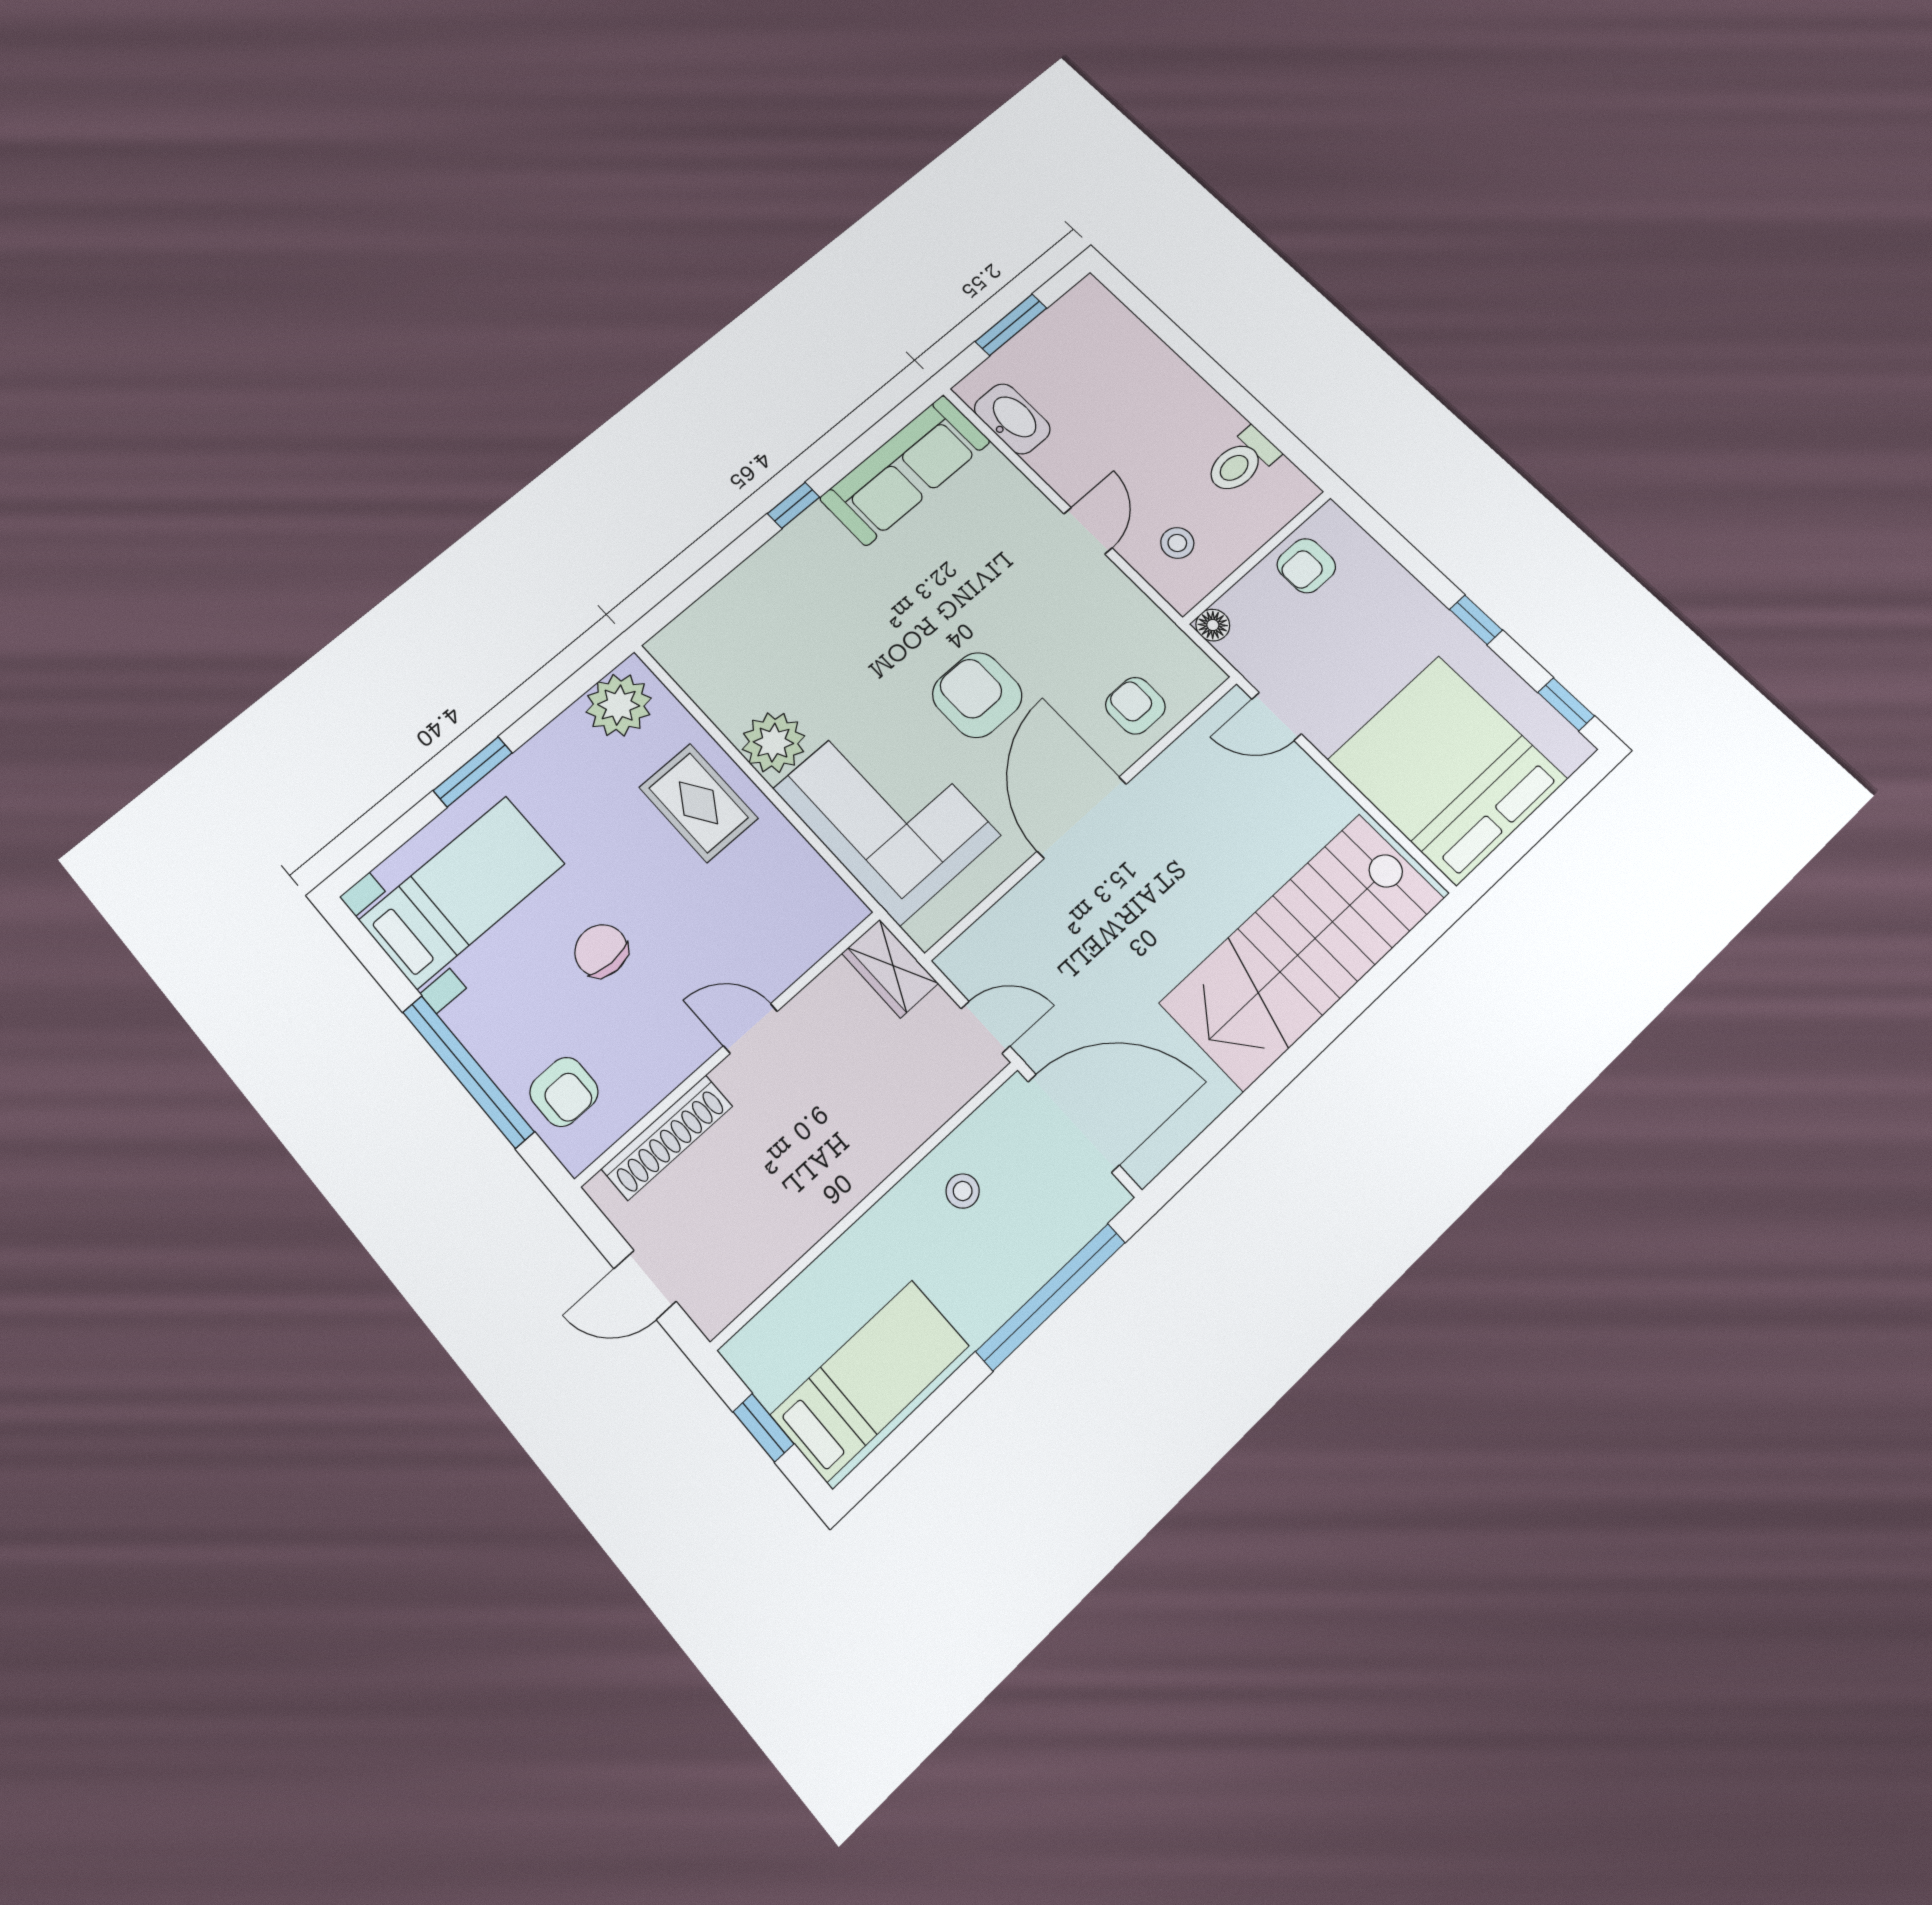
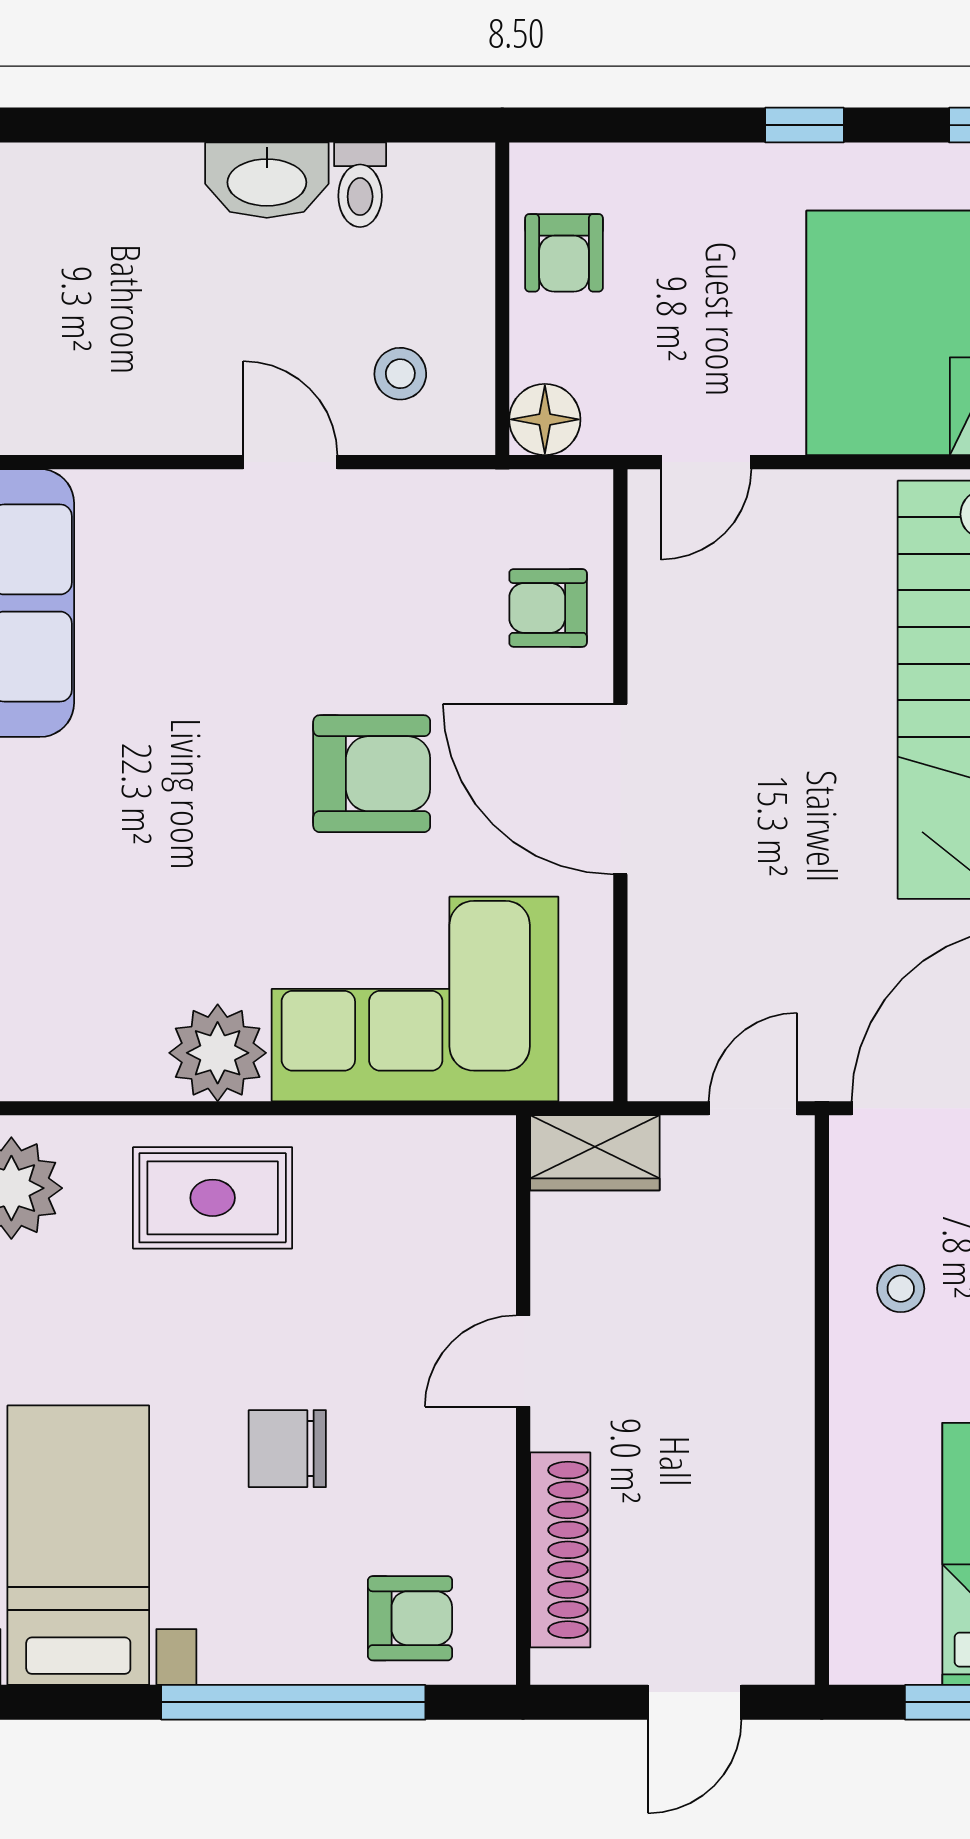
washbasin: (1012, 419) -> (267, 180), moved, turned 180
toilet: (1242, 461) -> (360, 185), width x0.73, depth x0.72
floor lamp: (1213, 625) -> (545, 419), width x1.37, depth x1.37
armchair: (977, 695) -> (372, 774), turned 180

